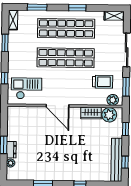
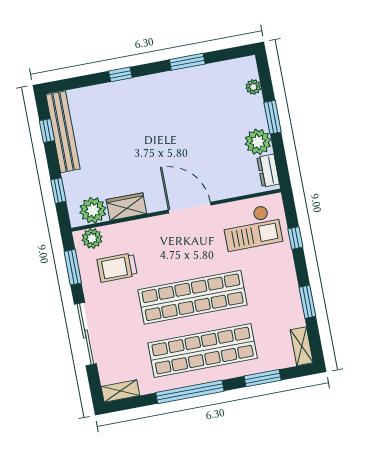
window: (77, 8) -> (190, 392), width x2.11
plant: (14, 133) -> (258, 142), added
dresser: (11, 150) -> (268, 171), moved

